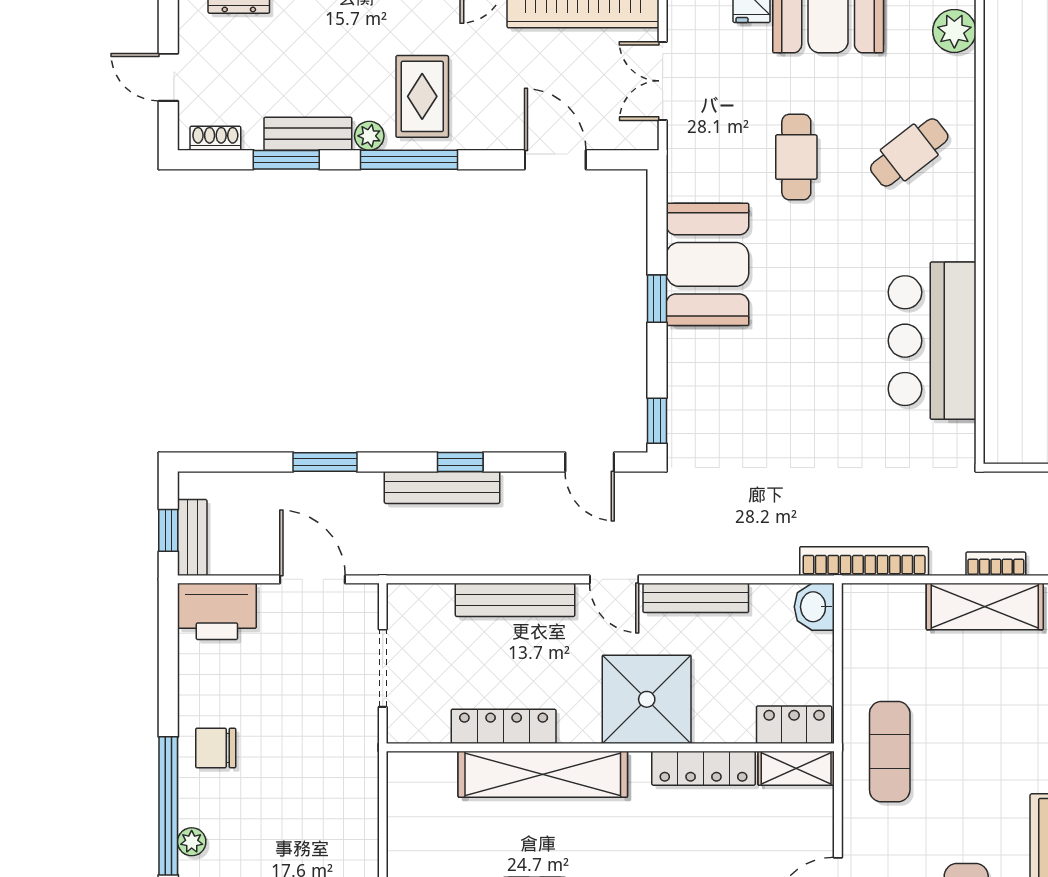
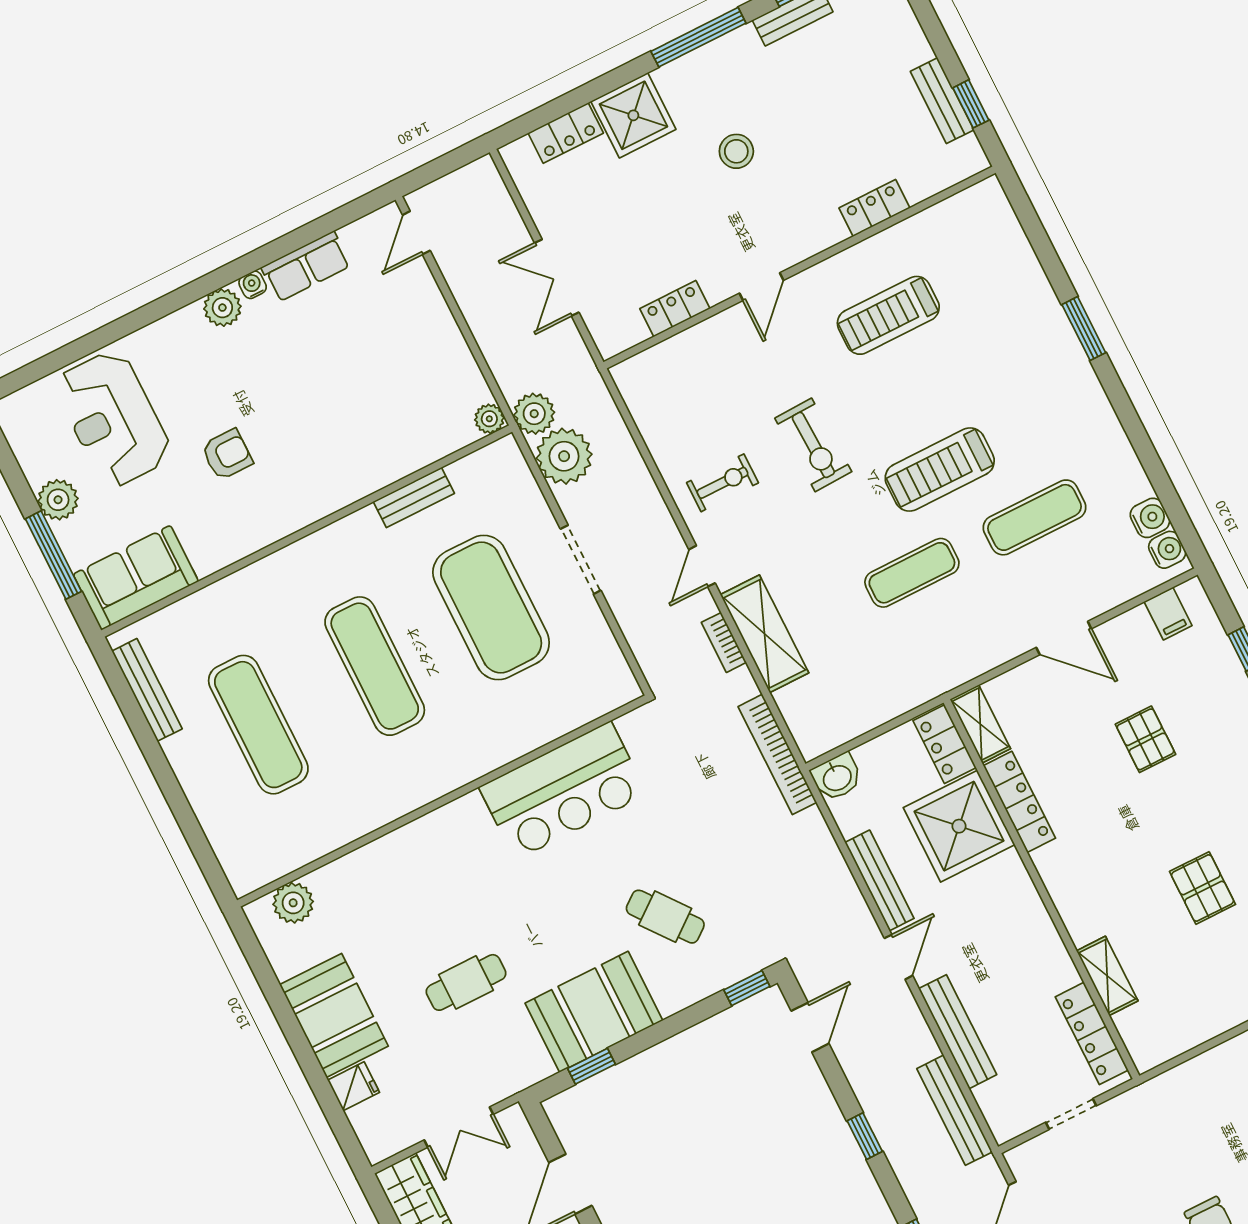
cafe table: (909, 152) -> (665, 917), moved
window: (657, 299) -> (591, 1066), moved
bench: (442, 487) -> (955, 1110), moved
doorway: (383, 668) -> (1071, 1114), width x0.73
shower: (647, 699) -> (959, 826), moved
locker: (504, 726) -> (1092, 1033), moved
exercise mat: (890, 752) -> (912, 573), moved
shelving: (543, 774) -> (1107, 976), width x0.45, depth x0.75

